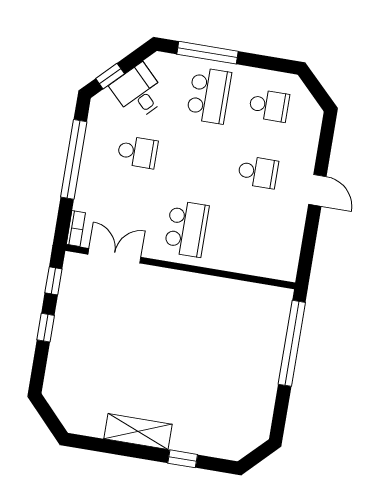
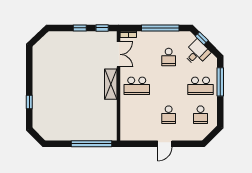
shelving: (138, 431) -> (111, 84), moved

